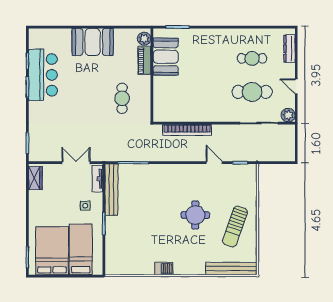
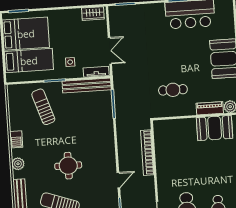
sun lounger: (131, 237) -> (43, 107), added
plant: (190, 268) -> (18, 164), added

